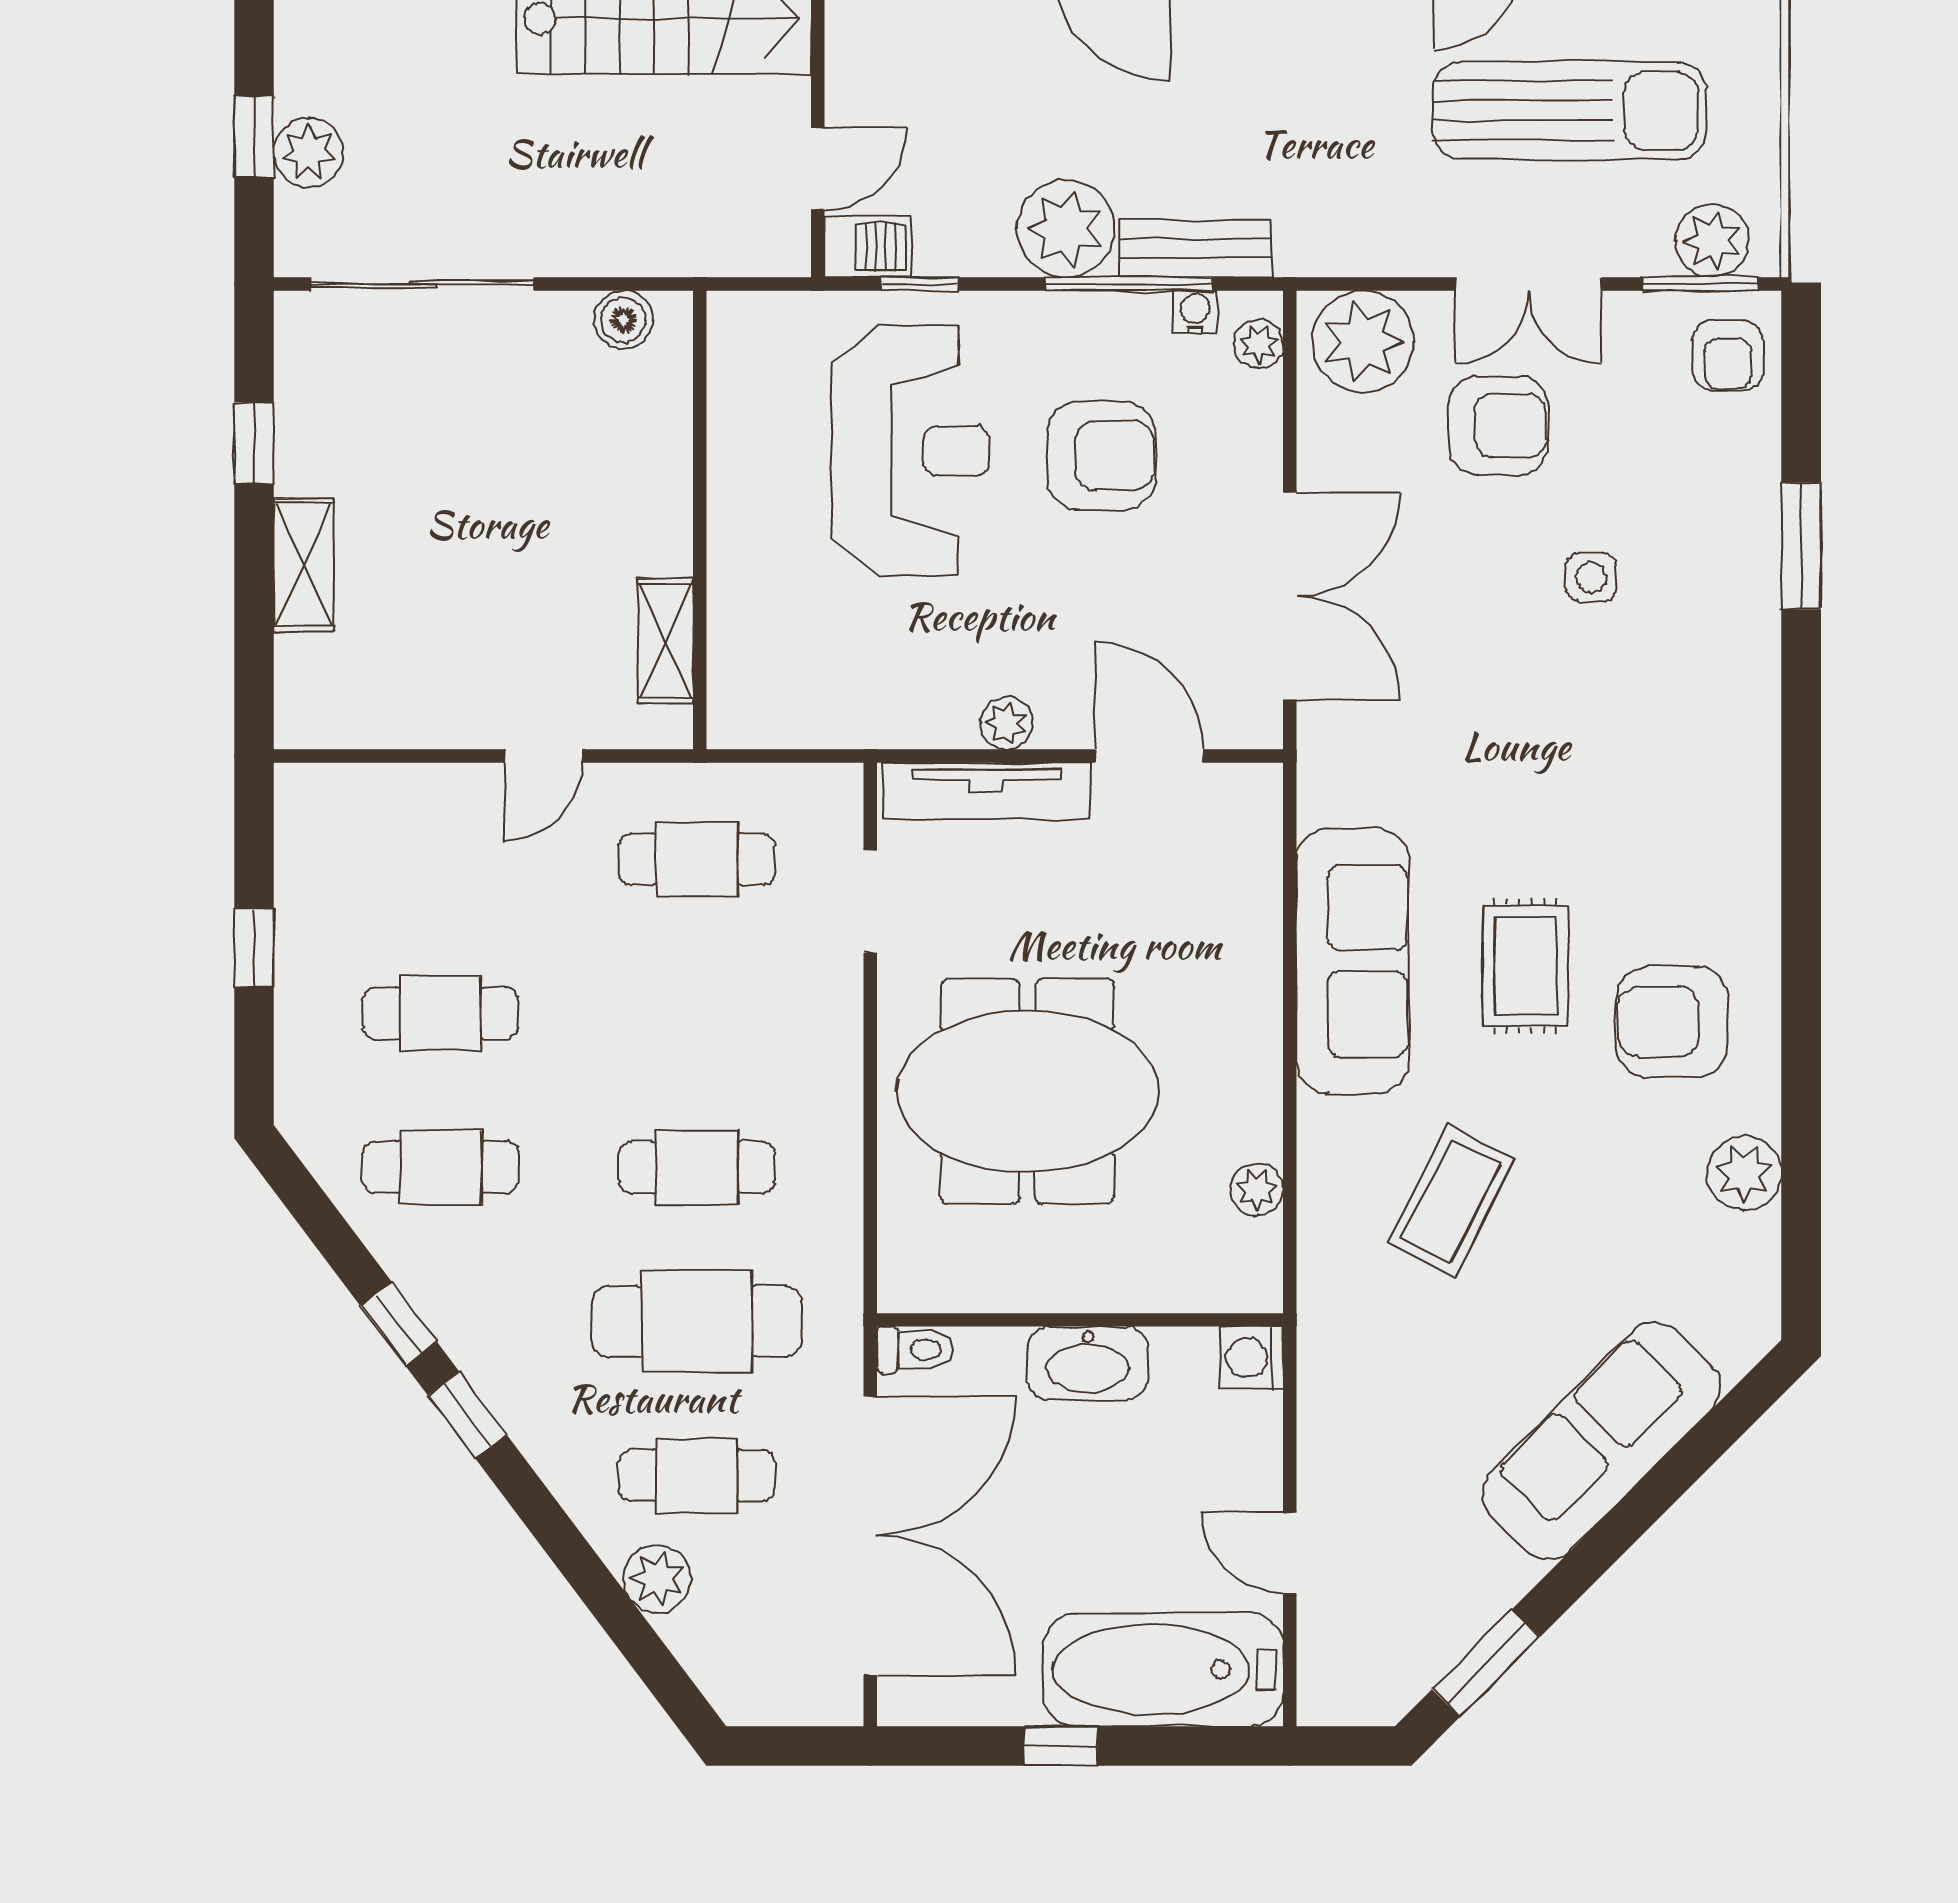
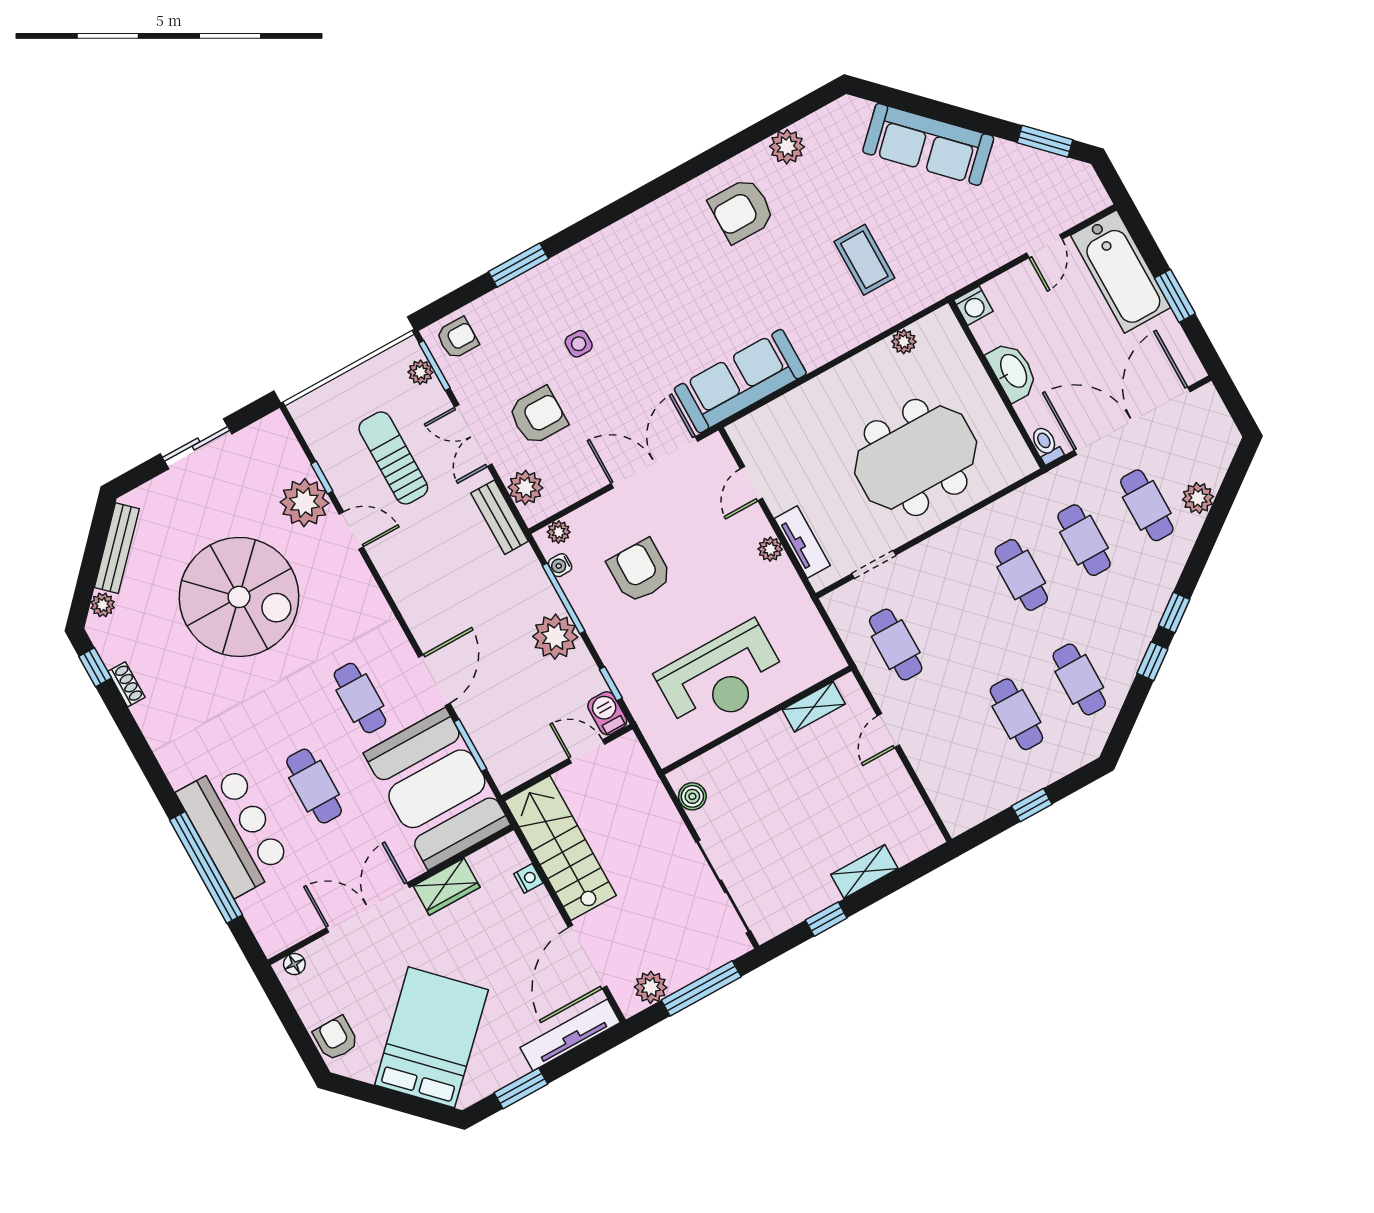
sun lounger: (1570, 111) -> (393, 458), width x0.73, depth x0.75
window: (254, 137) -> (701, 988), width x2.17
plant: (309, 153) -> (651, 987), moved
plant: (1712, 241) -> (420, 372), width x0.73, depth x0.73
bench: (1195, 249) -> (500, 517), moved
double door: (1528, 284) -> (473, 436), swing flipped
plant: (1363, 341) -> (525, 488), width x0.73, depth x0.73
armchair: (1498, 426) -> (538, 416), turned 90
reception desk: (911, 451) -> (721, 677), moved, turned 180
door: (543, 756) -> (888, 731), swing flipped
door: (1149, 756) -> (751, 484), width x0.73
tv unit: (986, 791) -> (802, 542), width x0.71
sofa: (1353, 961) -> (740, 381), moved
rug: (1525, 966) -> (752, 283), removed
armchair: (1672, 1022) -> (742, 210), turned 90
meeting table: (1027, 1091) -> (916, 457), turned 90
coffee table: (1451, 1201) -> (864, 260), turned 63
cafe table: (697, 1321) -> (1084, 540), width x0.73, depth x0.74
window: (1061, 1746) -> (1175, 296), width x1.50

